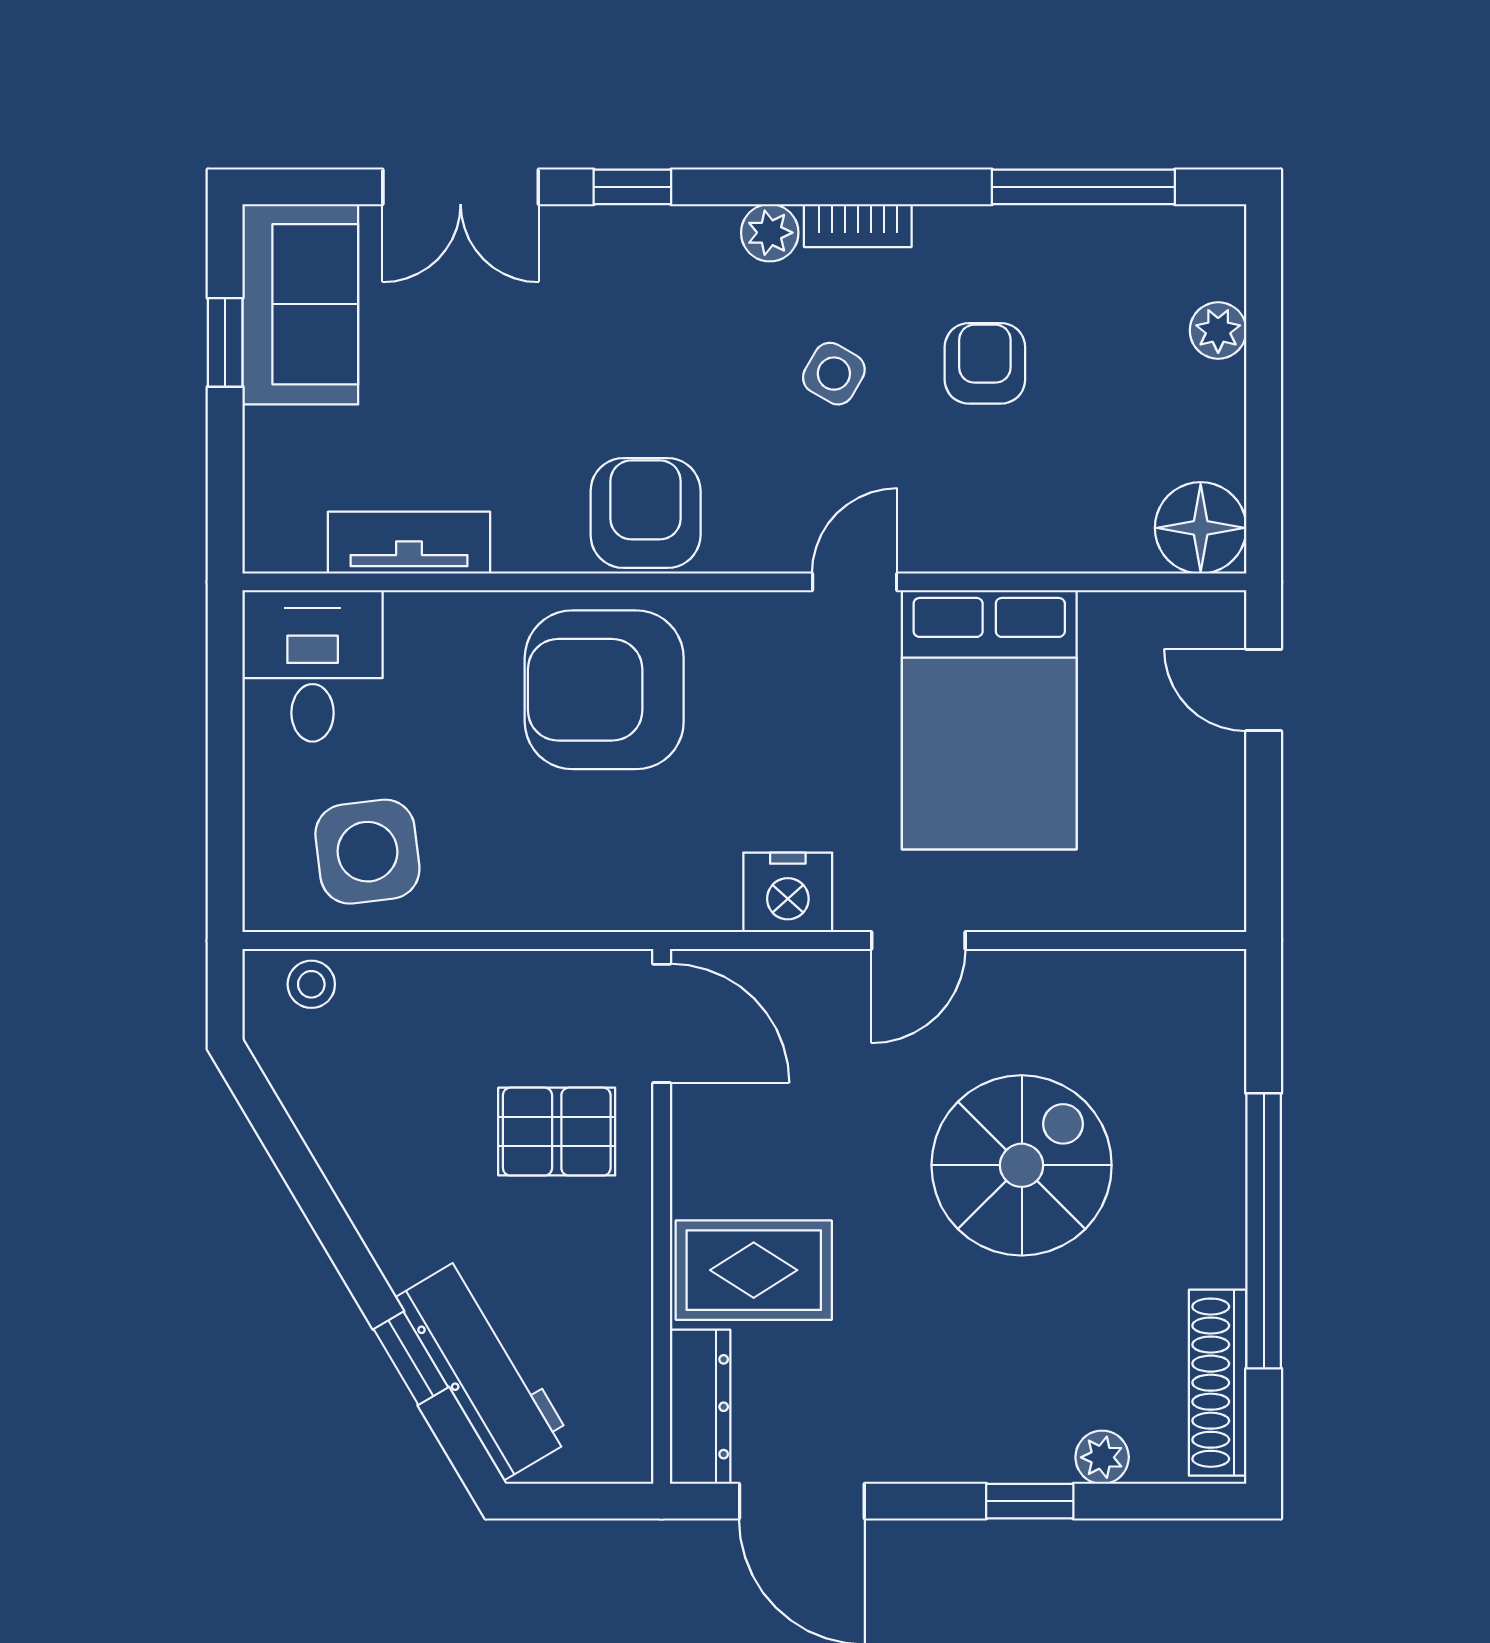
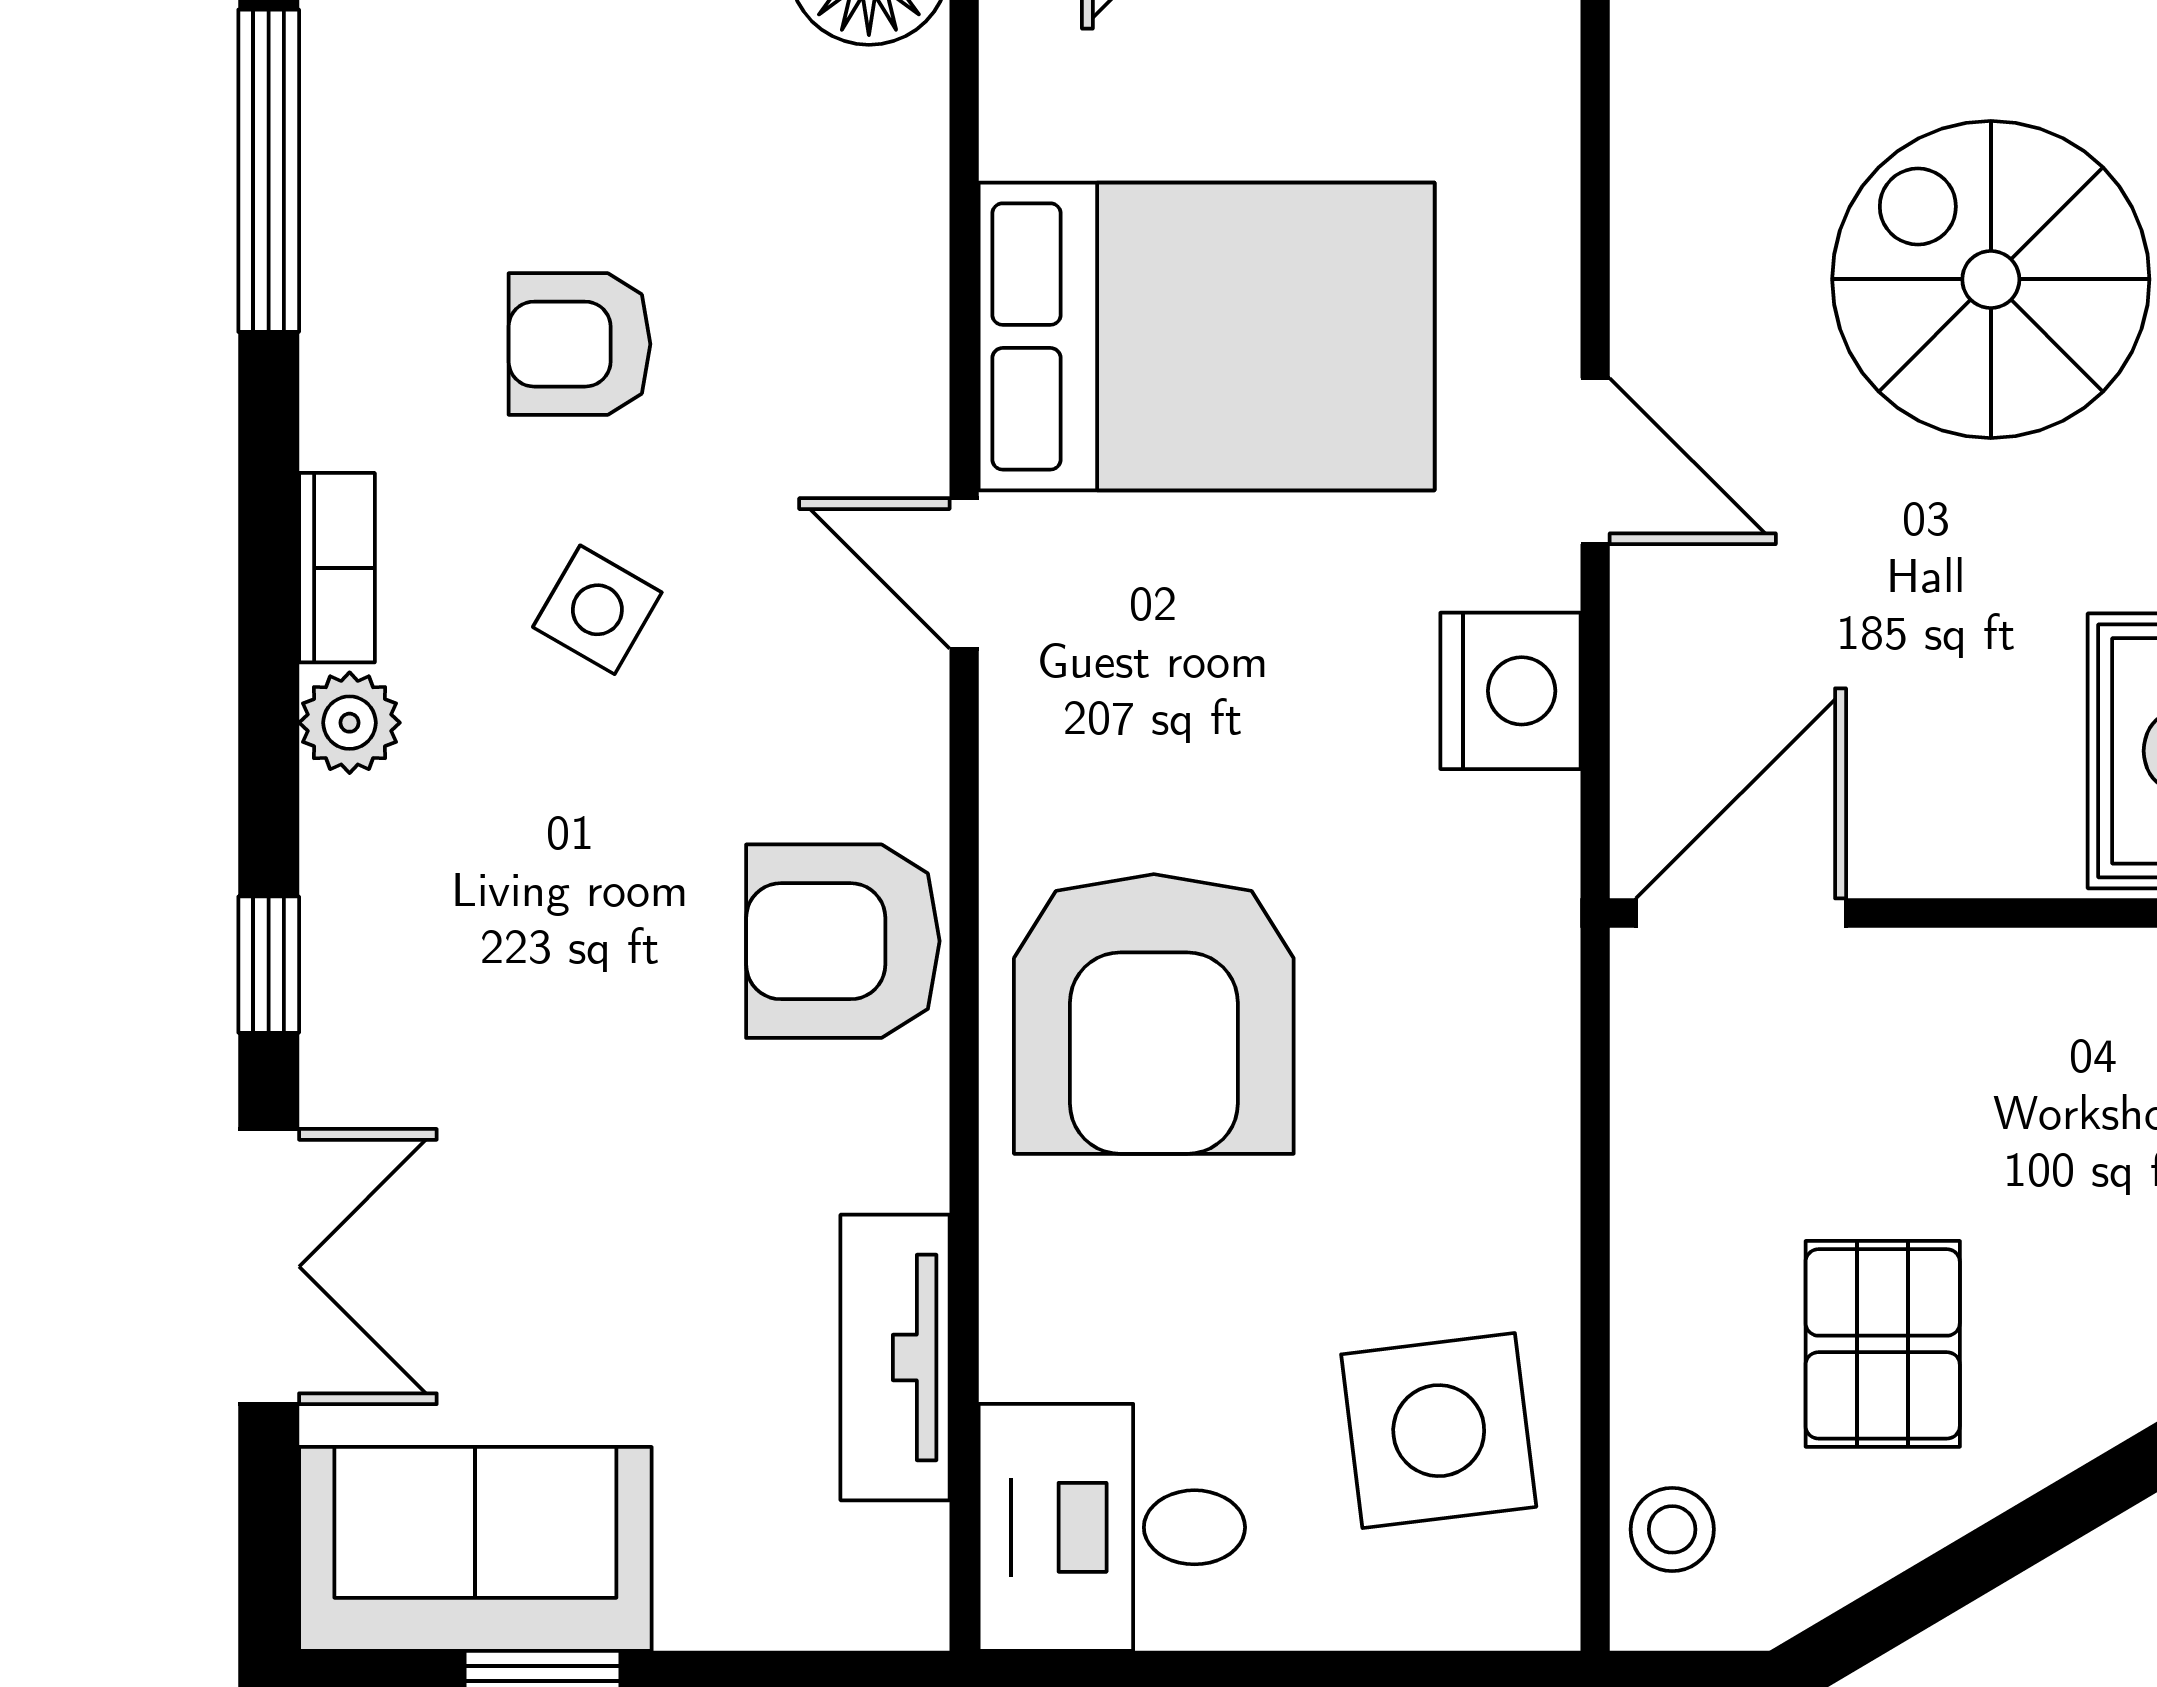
pallet: (557, 1132) -> (1883, 1344), moved

